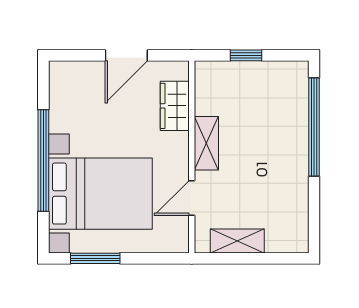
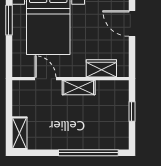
door: (126, 55) -> (132, 24), moved
shelving: (237, 241) -> (19, 133), moved

